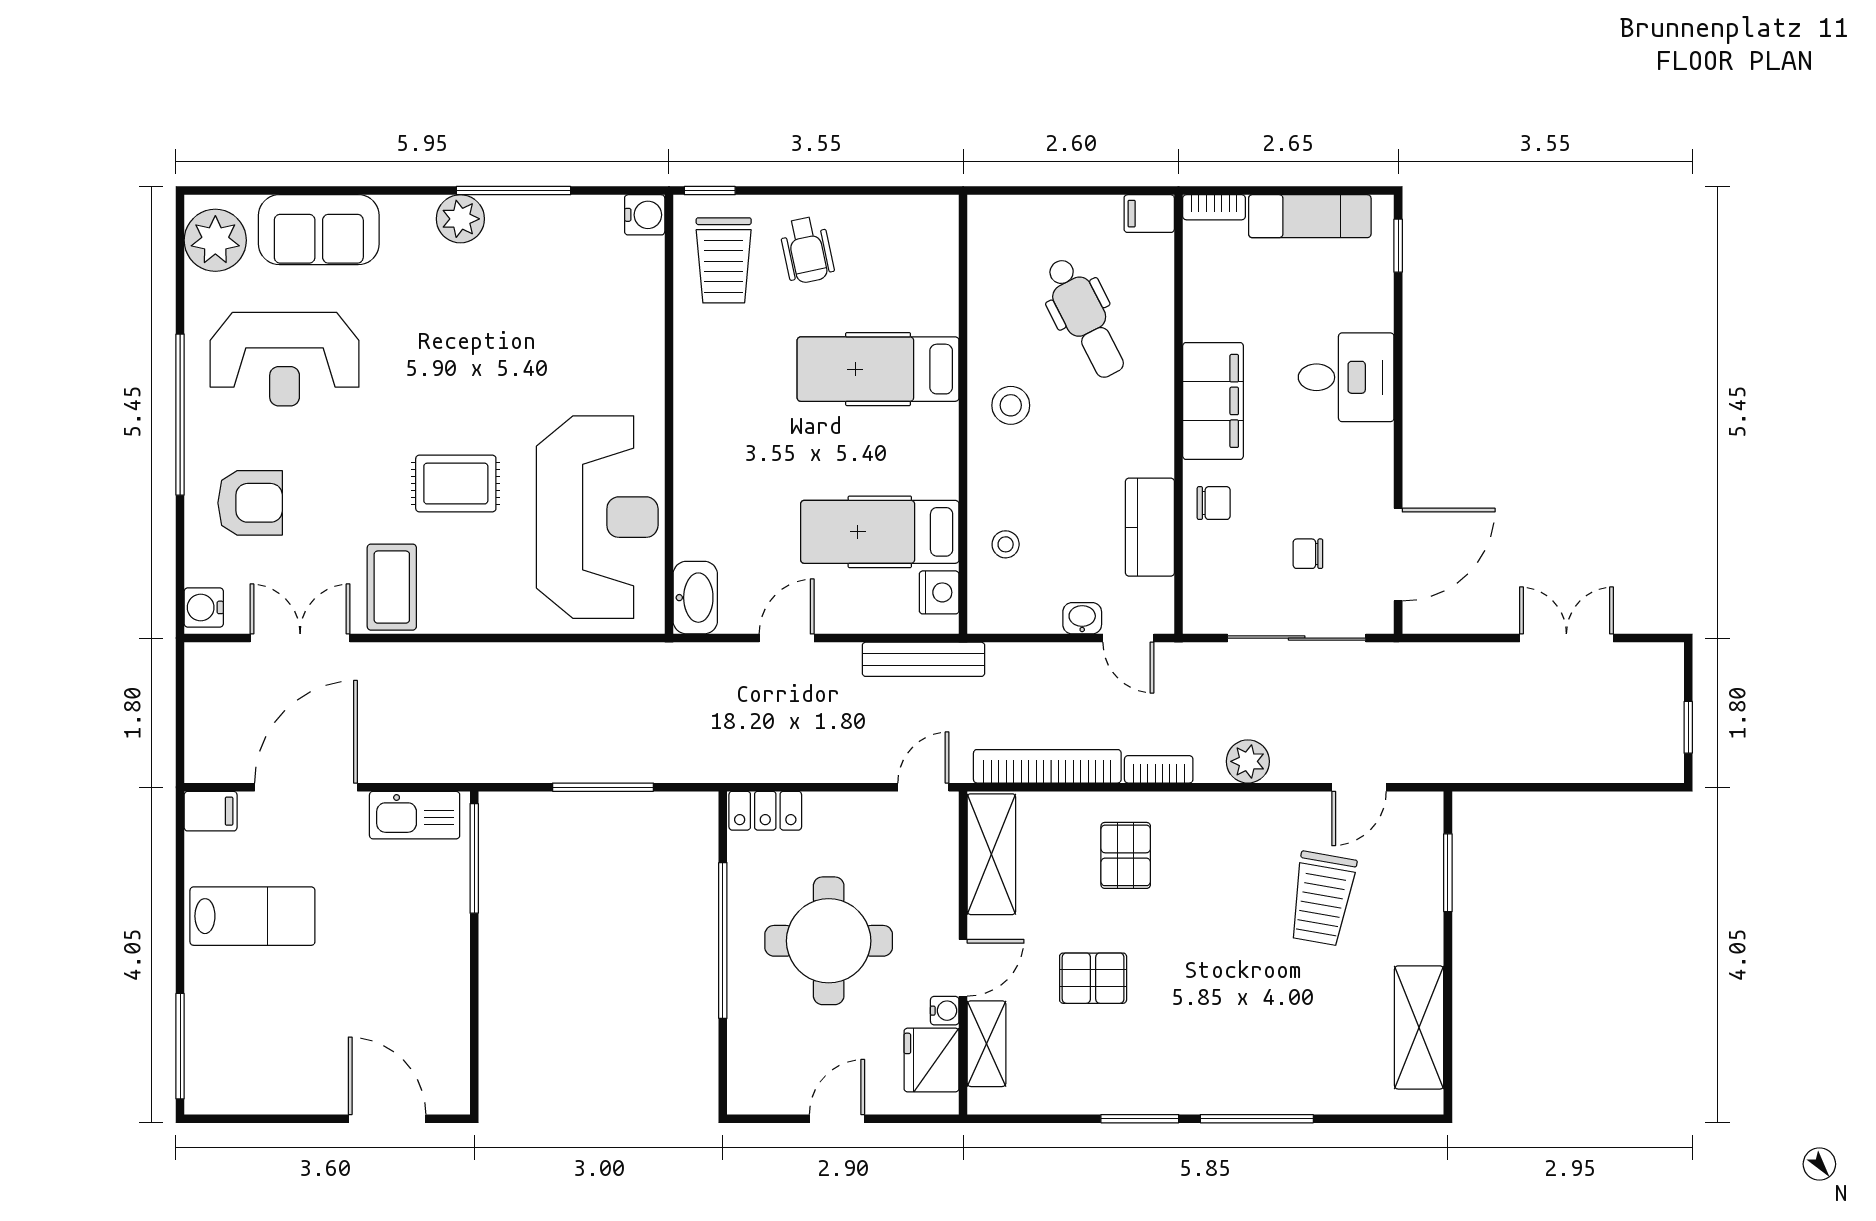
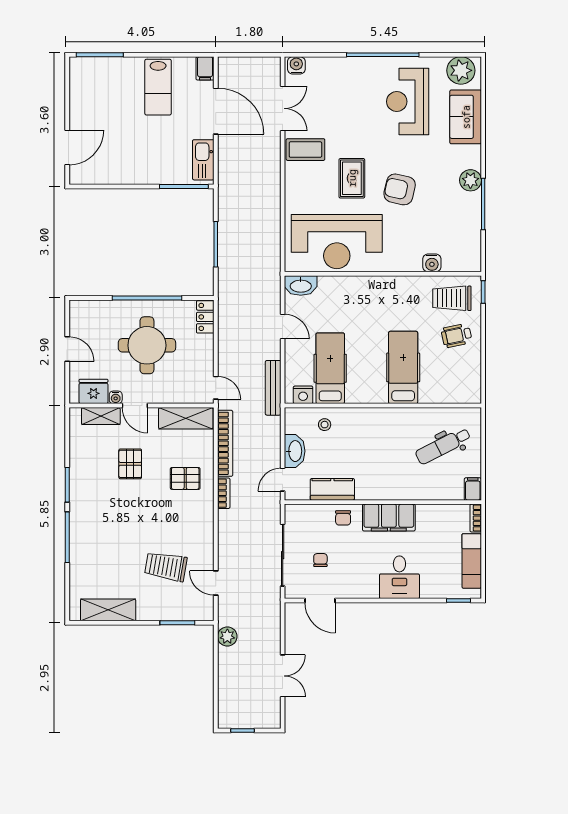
water cooler: (645, 215) -> (432, 263), moved
dental chair: (1085, 318) -> (443, 446), moved
stool: (1011, 405) -> (387, 427), removed
armchair: (250, 503) -> (400, 189), moved, turned 103
door: (1398, 555) -> (320, 601), width x0.73
washbasin: (1082, 618) -> (295, 451), width x1.91, depth x1.45
plant: (1248, 761) -> (227, 636), moved

